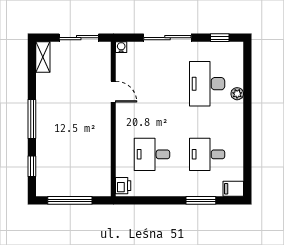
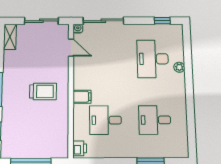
sliding door: (167, 38) -> (103, 21), moved
door: (113, 92) -> (71, 47), moved
trolley: (82, 121) -> (43, 91), added
filing cabinet: (233, 189) -> (82, 97), moved, turned 180

